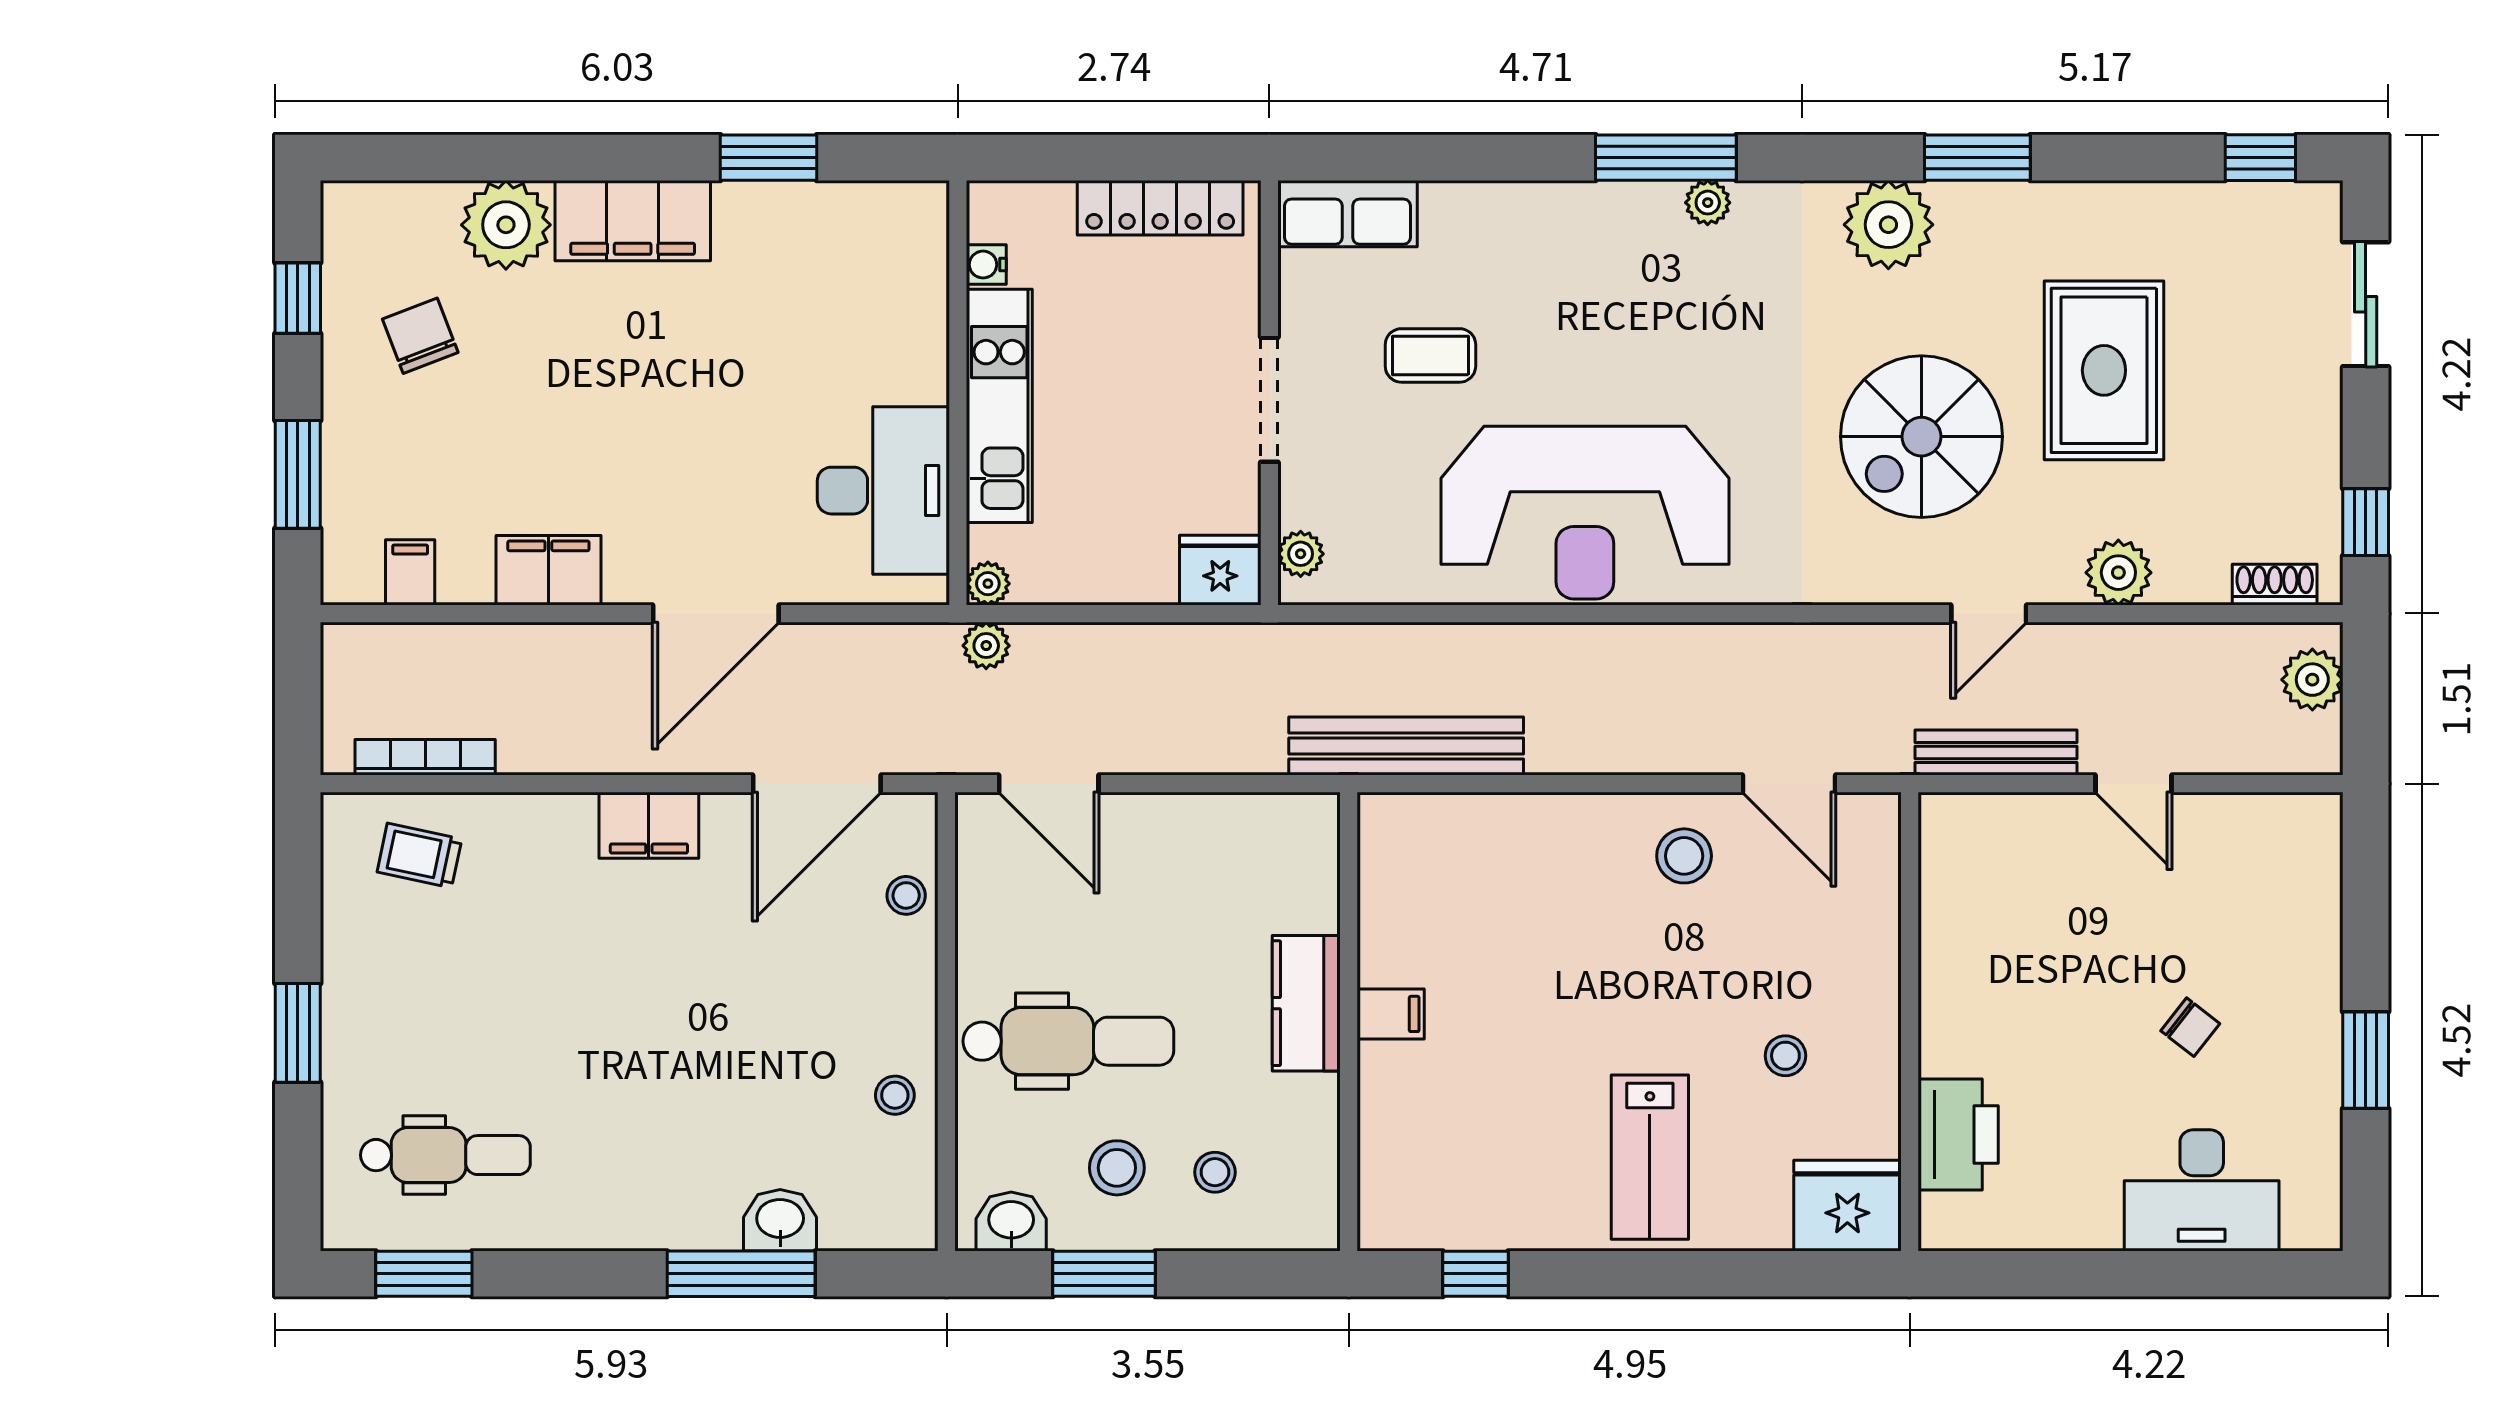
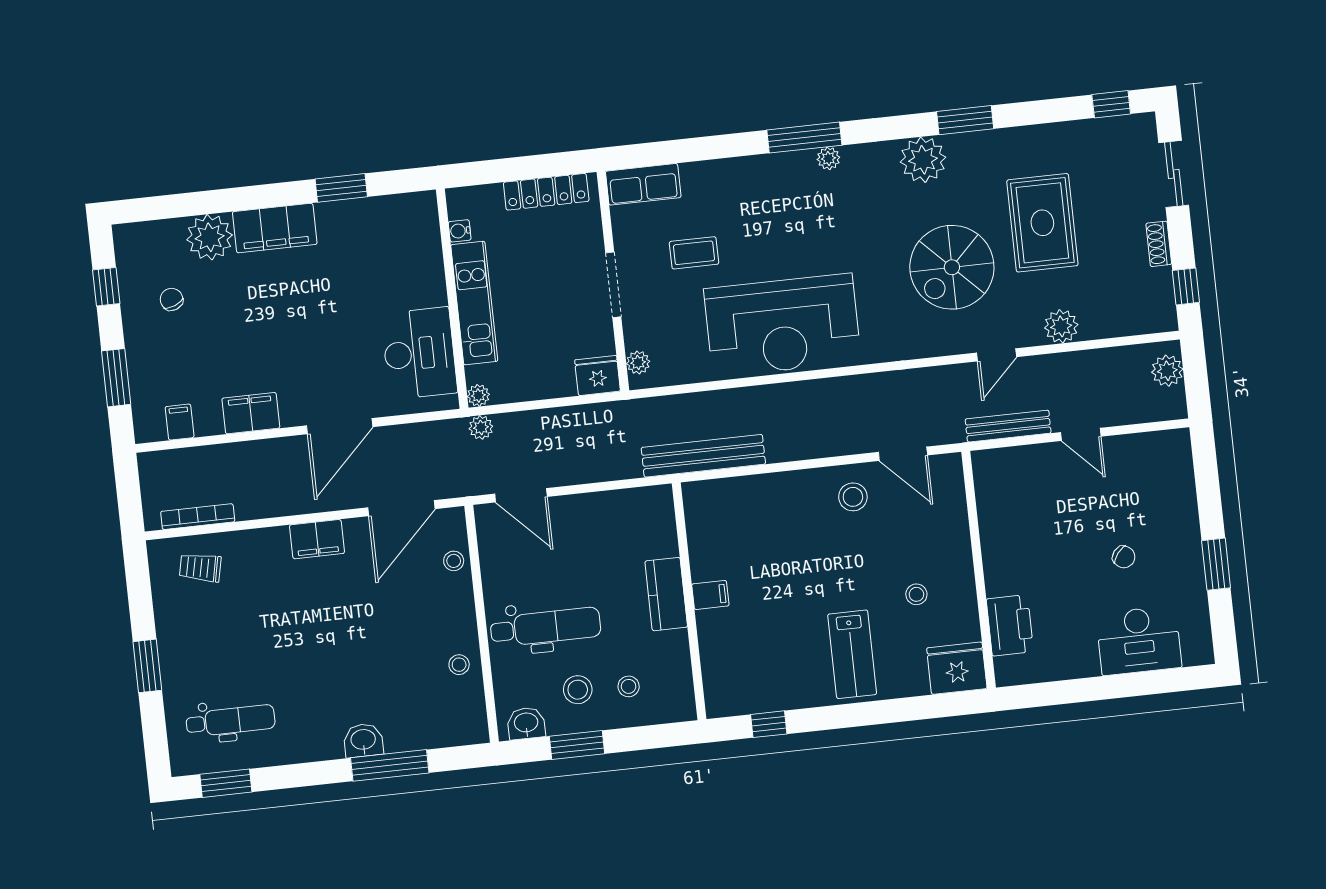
chair: (420, 336) -> (172, 299), width x0.73, depth x0.73
shoe rack: (2275, 585) -> (1159, 244), moved, turned -90
washbasin: (780, 1220) -> (363, 740), moved

